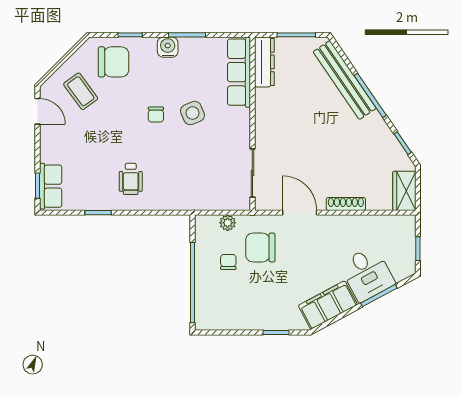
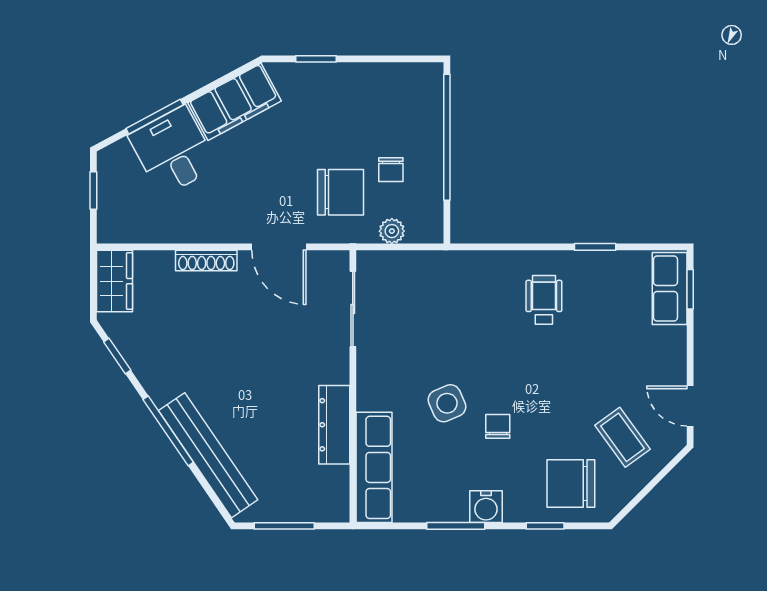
dresser: (264, 62) -> (334, 425), moved
chair: (156, 115) -> (498, 426), moved

